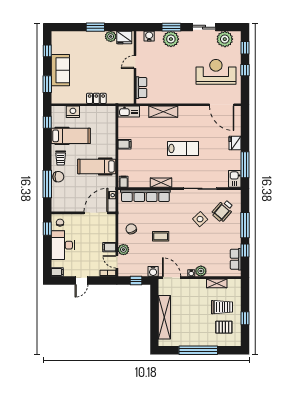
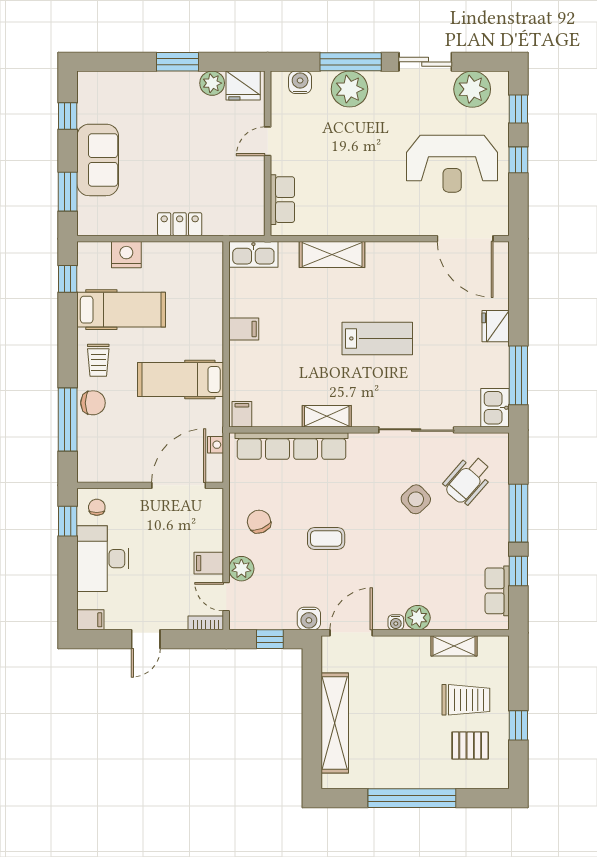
window: (171, 27) -> (351, 62), width x1.44
reception desk: (216, 72) -> (452, 164), turned 180
door: (172, 278) -> (351, 633), hinge flipped

